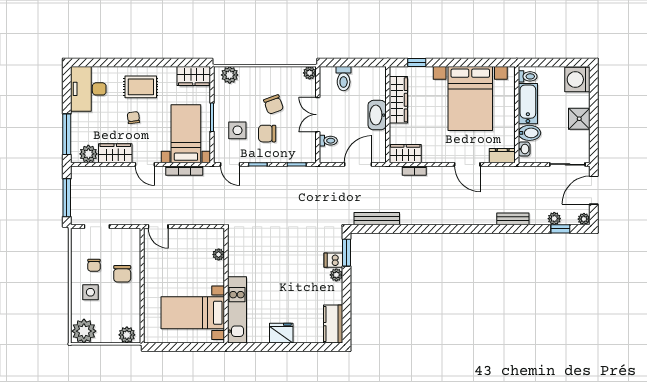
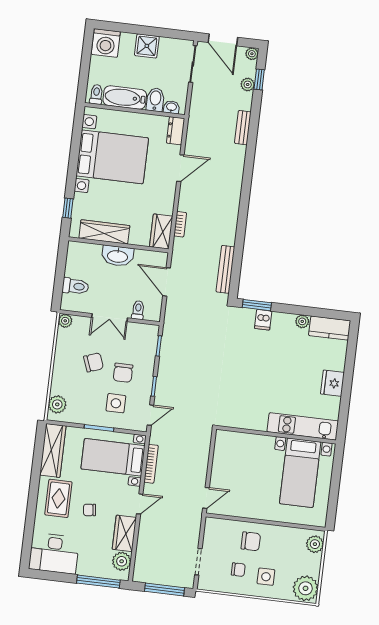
wardrobe: (194, 76) -> (53, 450), width x1.50
plant: (219, 254) -> (243, 439), removed
plant: (336, 275) -> (302, 321), moved

